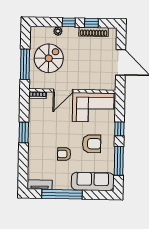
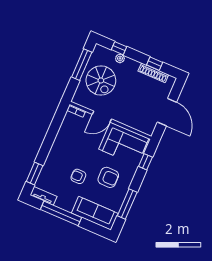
window: (69, 22) -> (119, 48), moved
spiral stairs: (49, 58) -> (101, 80), turned 90
window: (25, 64) -> (82, 65), moved
window: (119, 129) -> (145, 162), moved
window: (24, 132) -> (35, 173), moved

